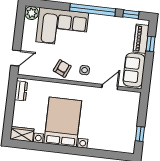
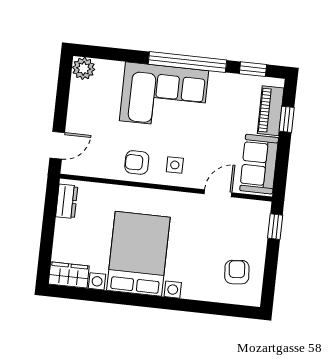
corner sofa: (62, 27) -> (164, 96), moved
armchair: (62, 68) -> (137, 162), turned -114
armchair: (120, 133) -> (237, 272), added
window: (140, 134) -> (275, 227), moved

